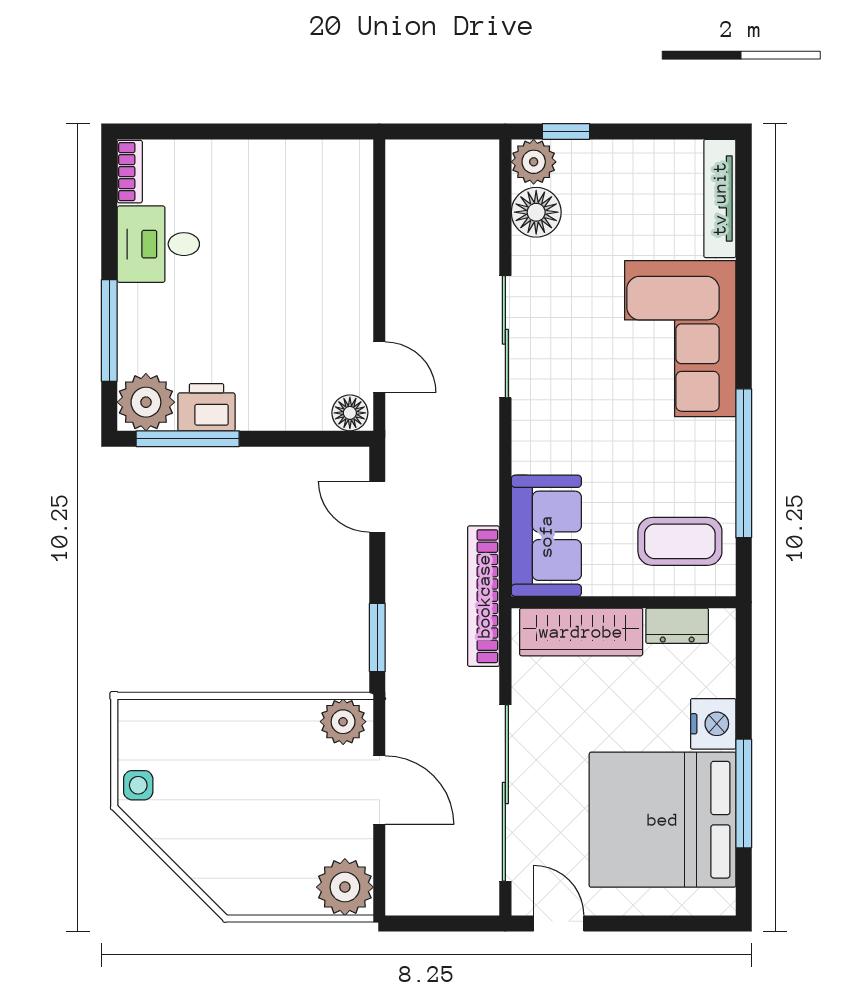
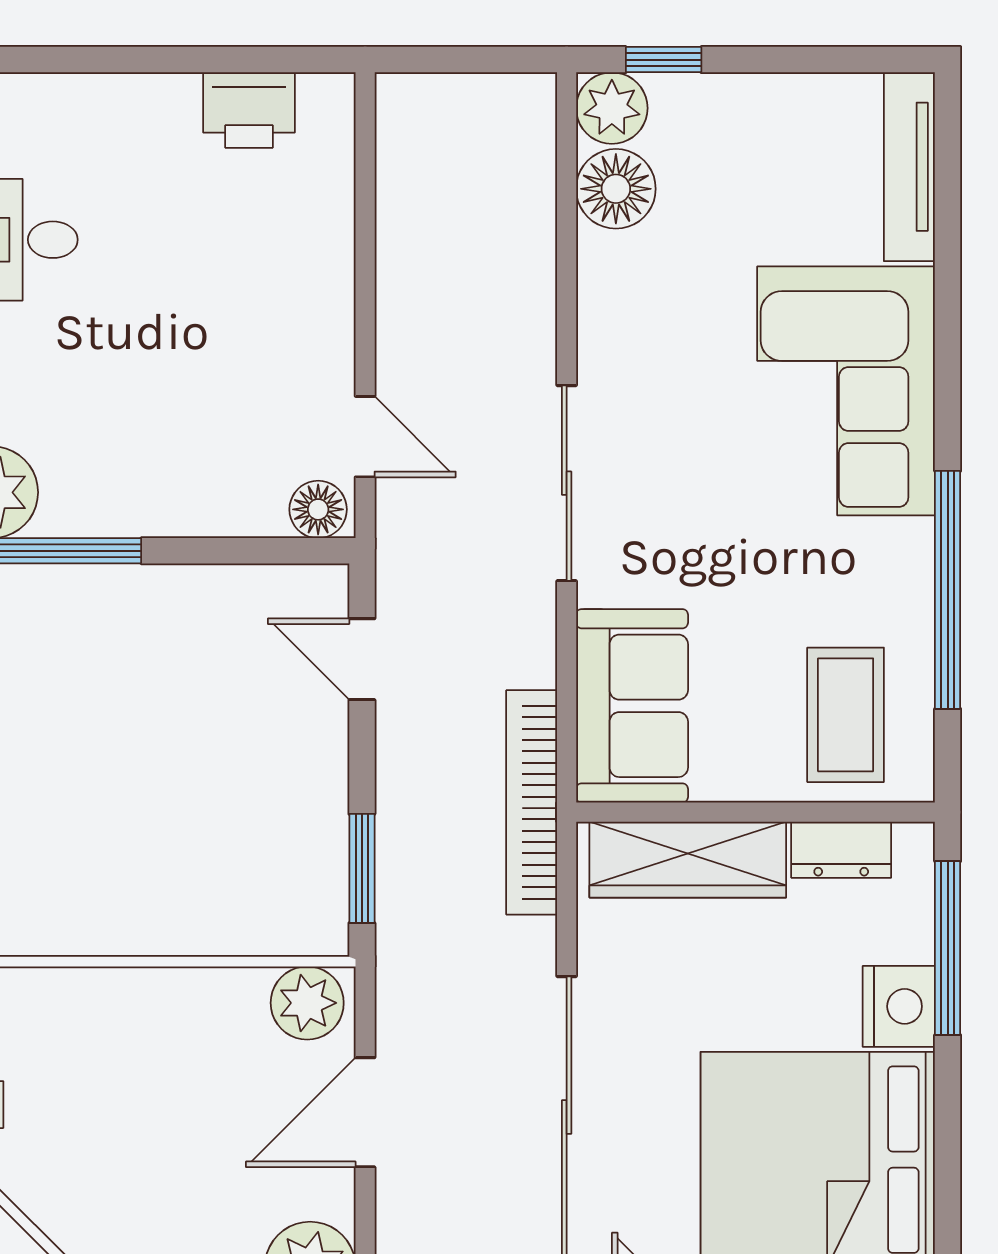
sliding door: (505, 337) -> (567, 483), moved
printer: (206, 407) -> (249, 110), moved, turned 180
coffee table: (680, 541) -> (846, 715), turned 90
door: (379, 790) -> (365, 1112), swing flipped
window: (744, 793) -> (948, 948), moved

